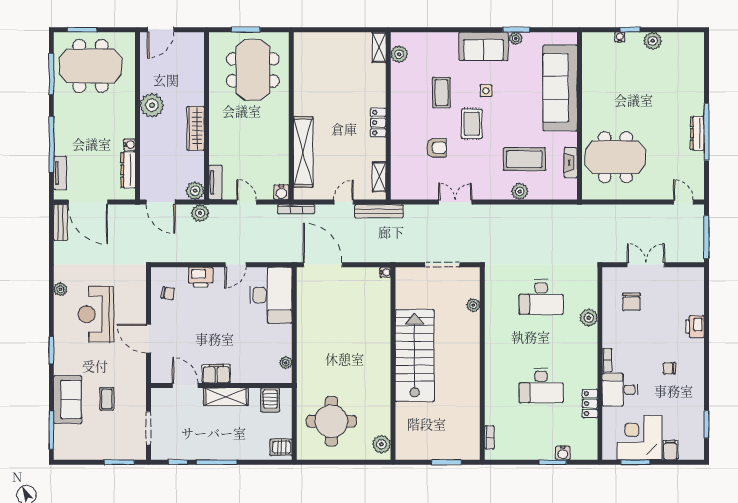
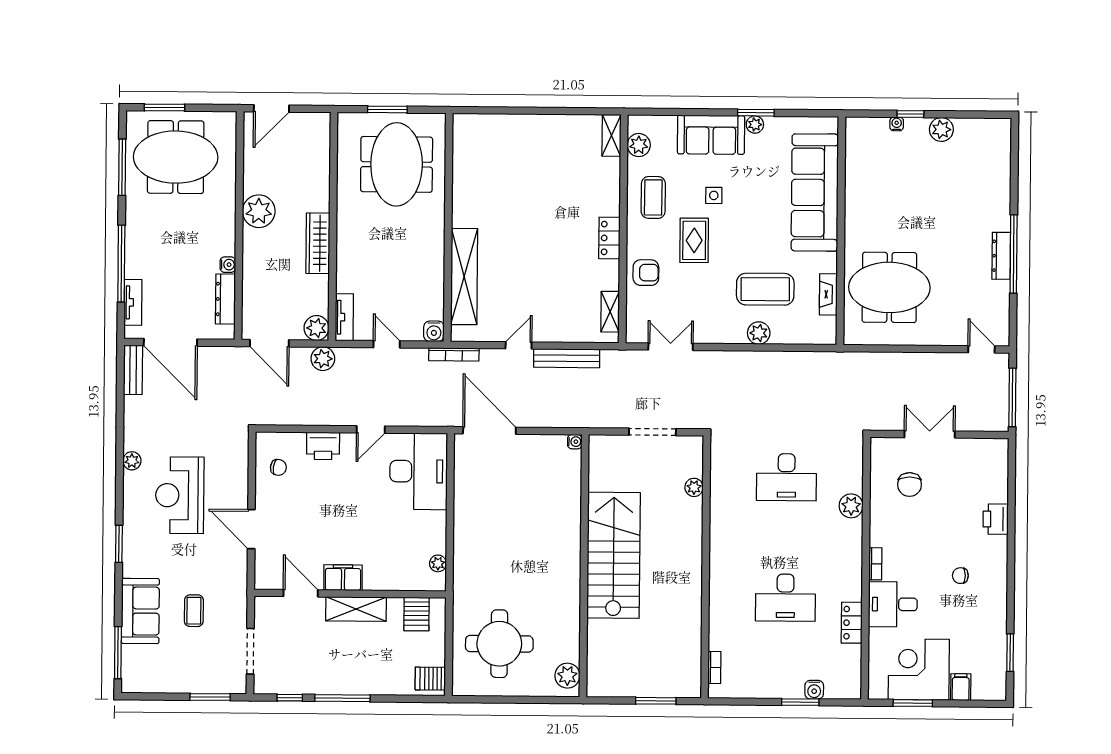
shelving: (379, 47) -> (611, 135), moved
plant: (399, 54) -> (639, 145), moved
wall: (388, 116) -> (623, 229), moved
locker: (378, 123) -> (609, 238), moved
shelving: (379, 177) -> (610, 312), moved

